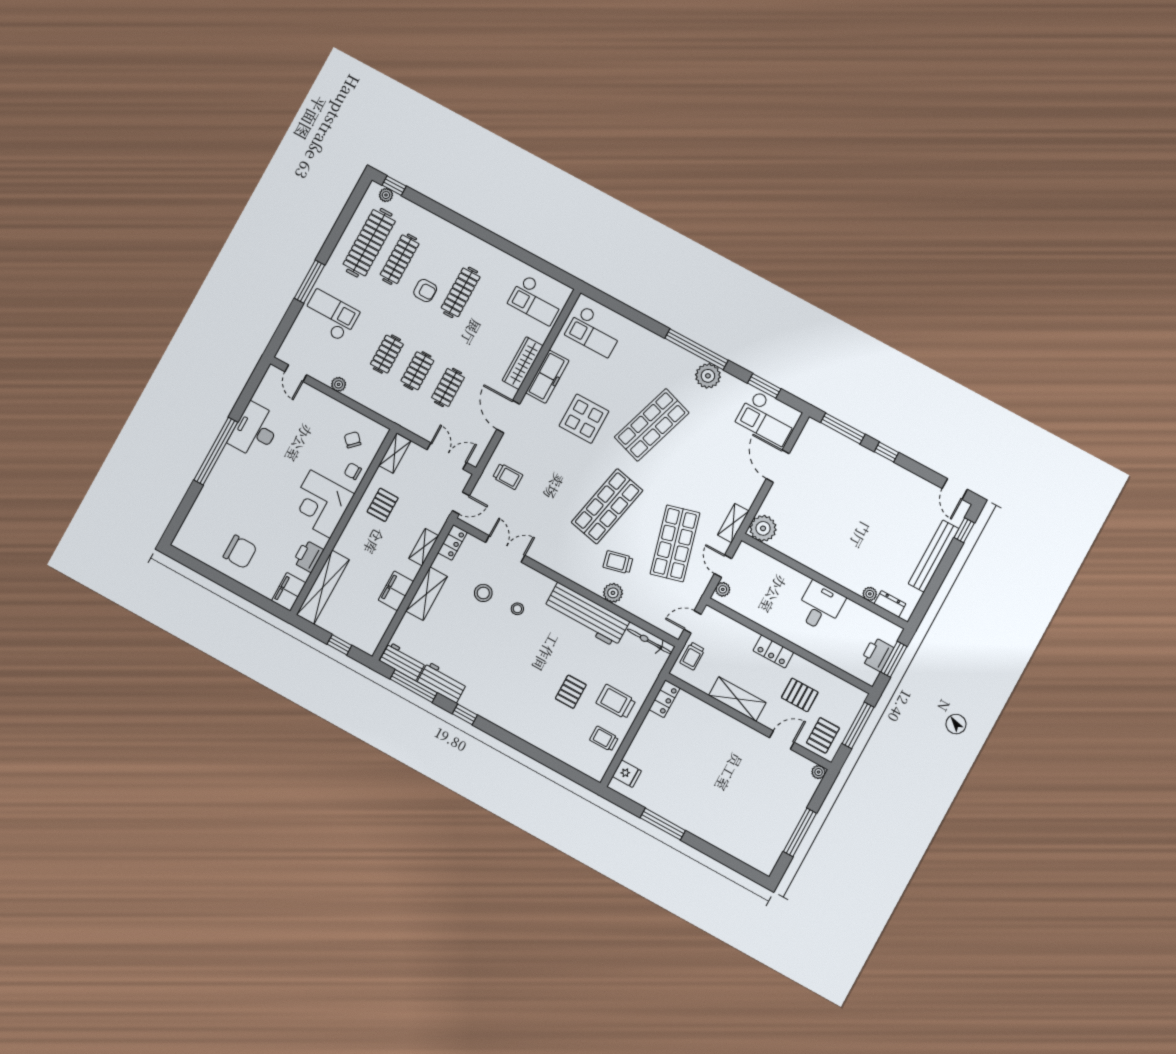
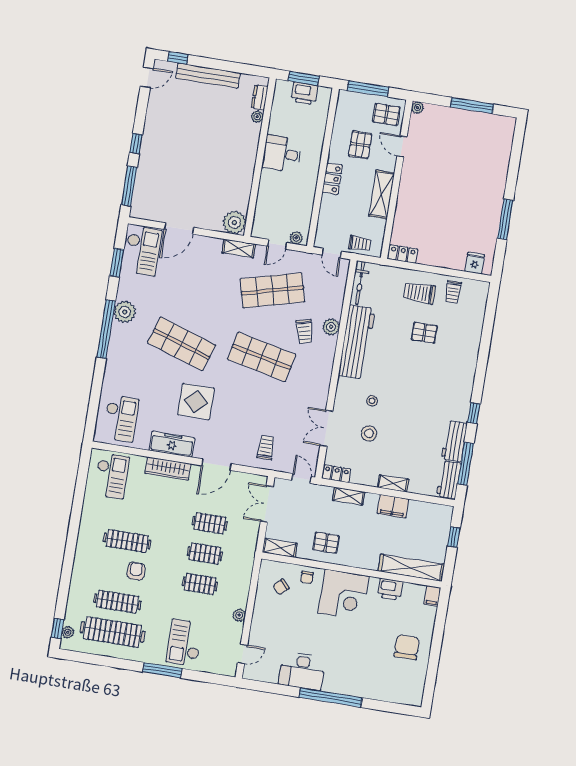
filing cabinet: (289, 592) -> (432, 596), width x0.50
shelving: (427, 594) -> (393, 483), width x0.67, depth x0.75
trolley: (616, 702) -> (419, 293), turned 90

